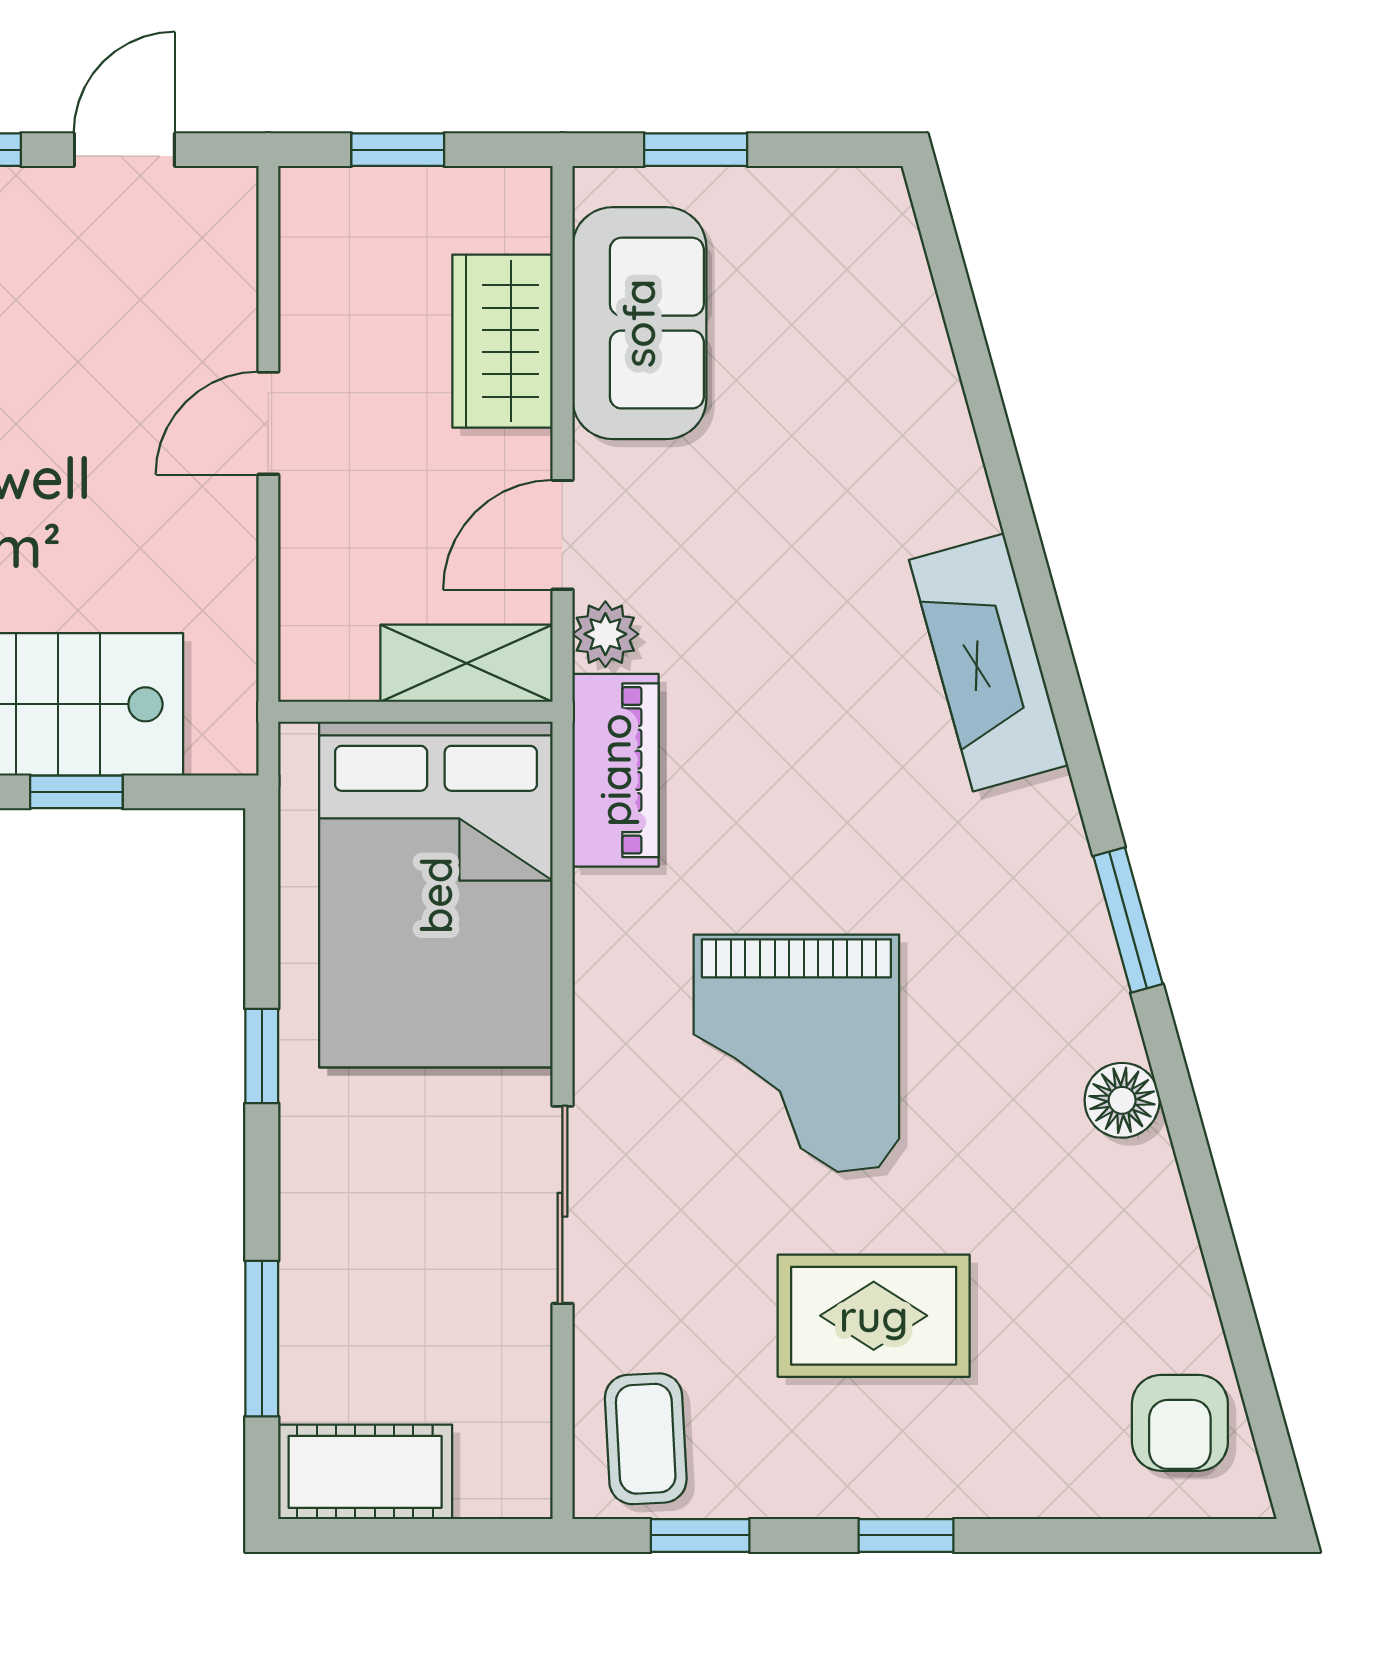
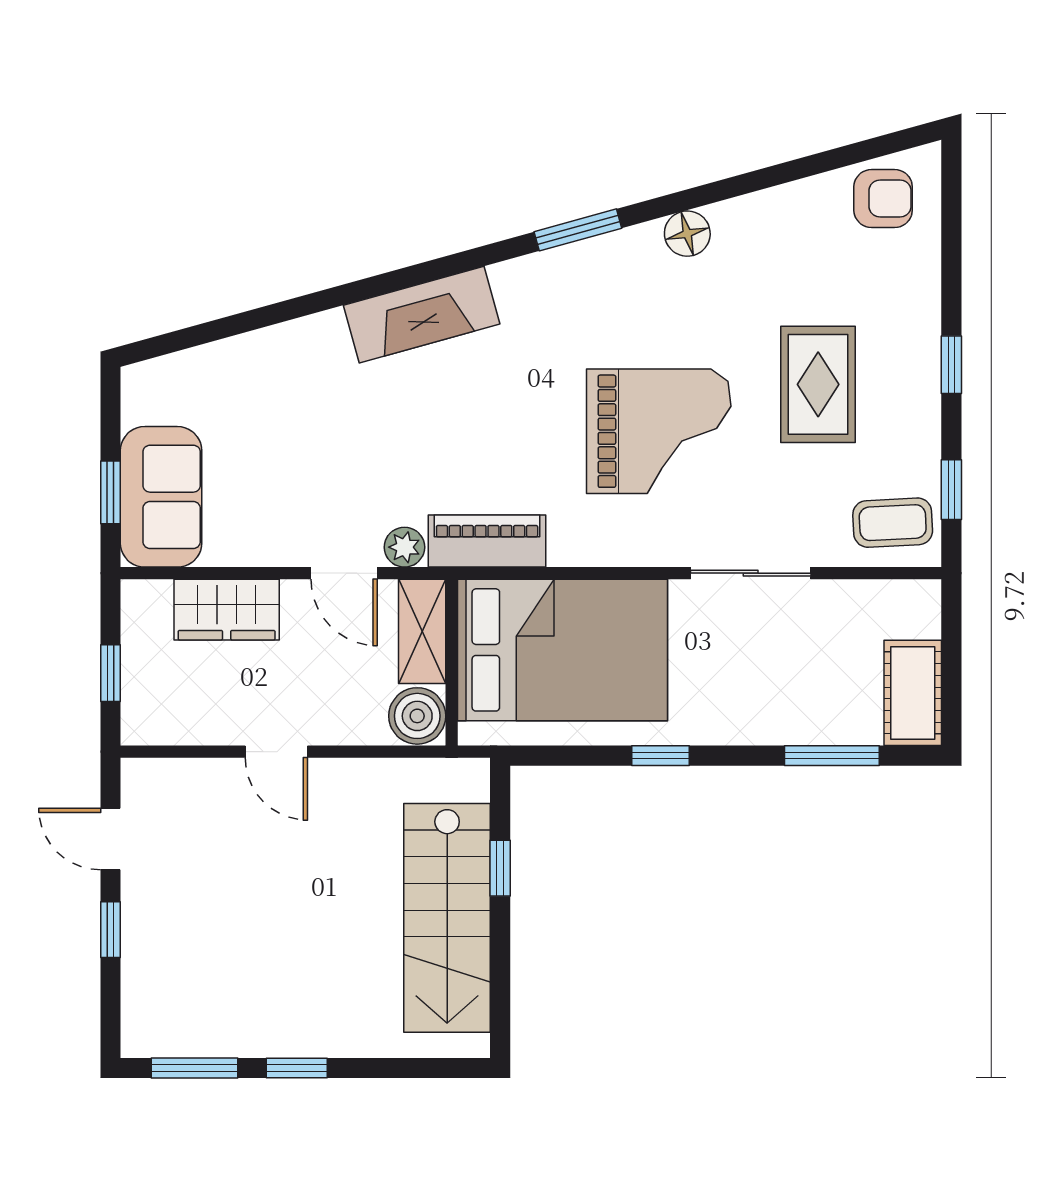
sofa: (639, 323) -> (161, 497), moved, turned 90
boiler: (327, 655) -> (417, 716), added

